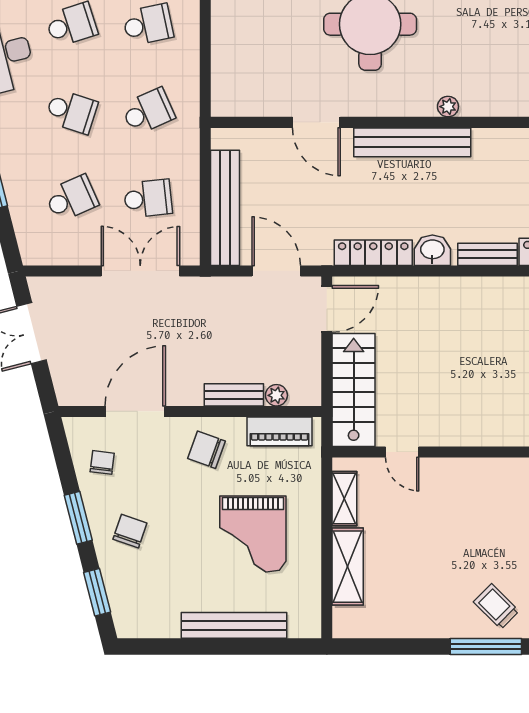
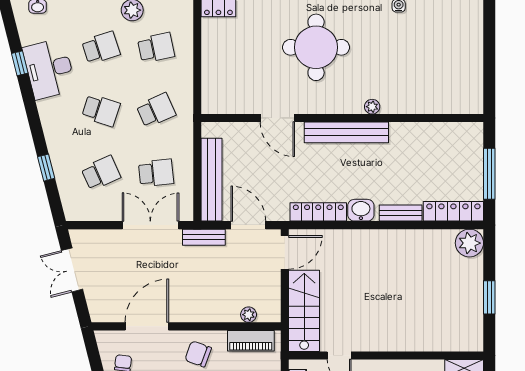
bench: (234, 395) -> (204, 237), moved

